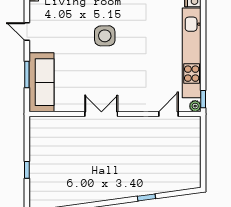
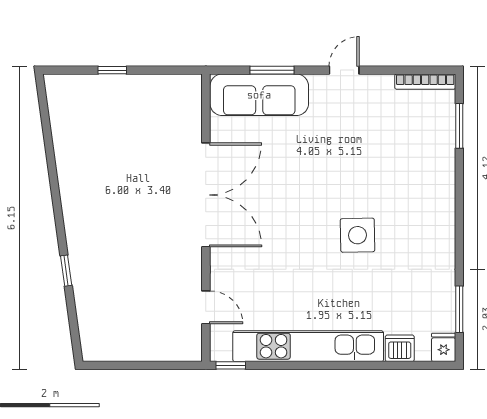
side table: (105, 36) -> (358, 235), moved
plant: (195, 106) -> (219, 352), removed
double door: (101, 114) -> (206, 195), width x1.87

